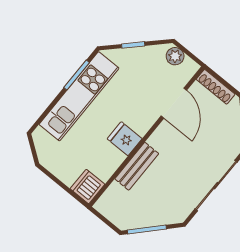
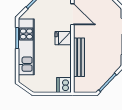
fridge: (125, 139) -> (63, 38), moved
bench: (137, 166) -> (79, 57), width x1.36

